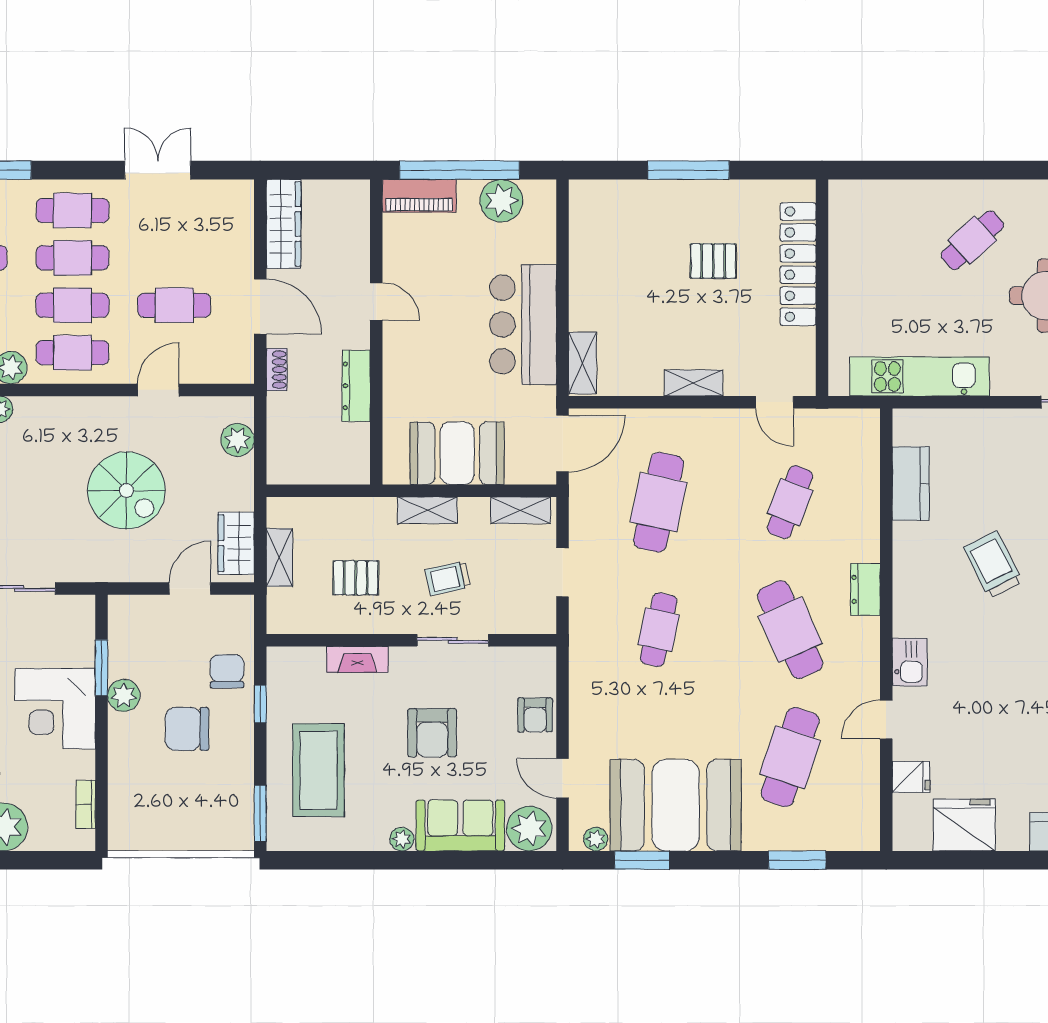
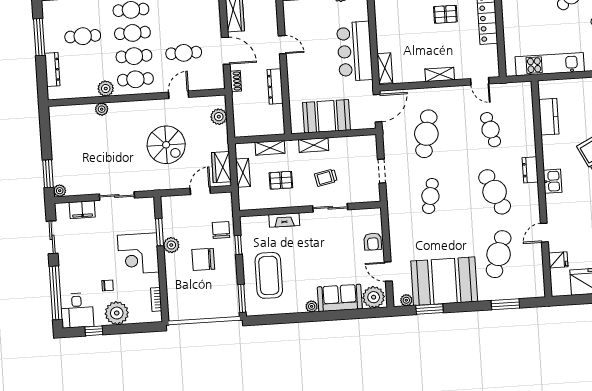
cafe table: (790, 502) -> (491, 130), turned -36
shelving: (521, 510) -> (270, 148), moved
kitchen sink: (910, 662) -> (553, 181), moved
armchair: (432, 733) -> (323, 254), removed

